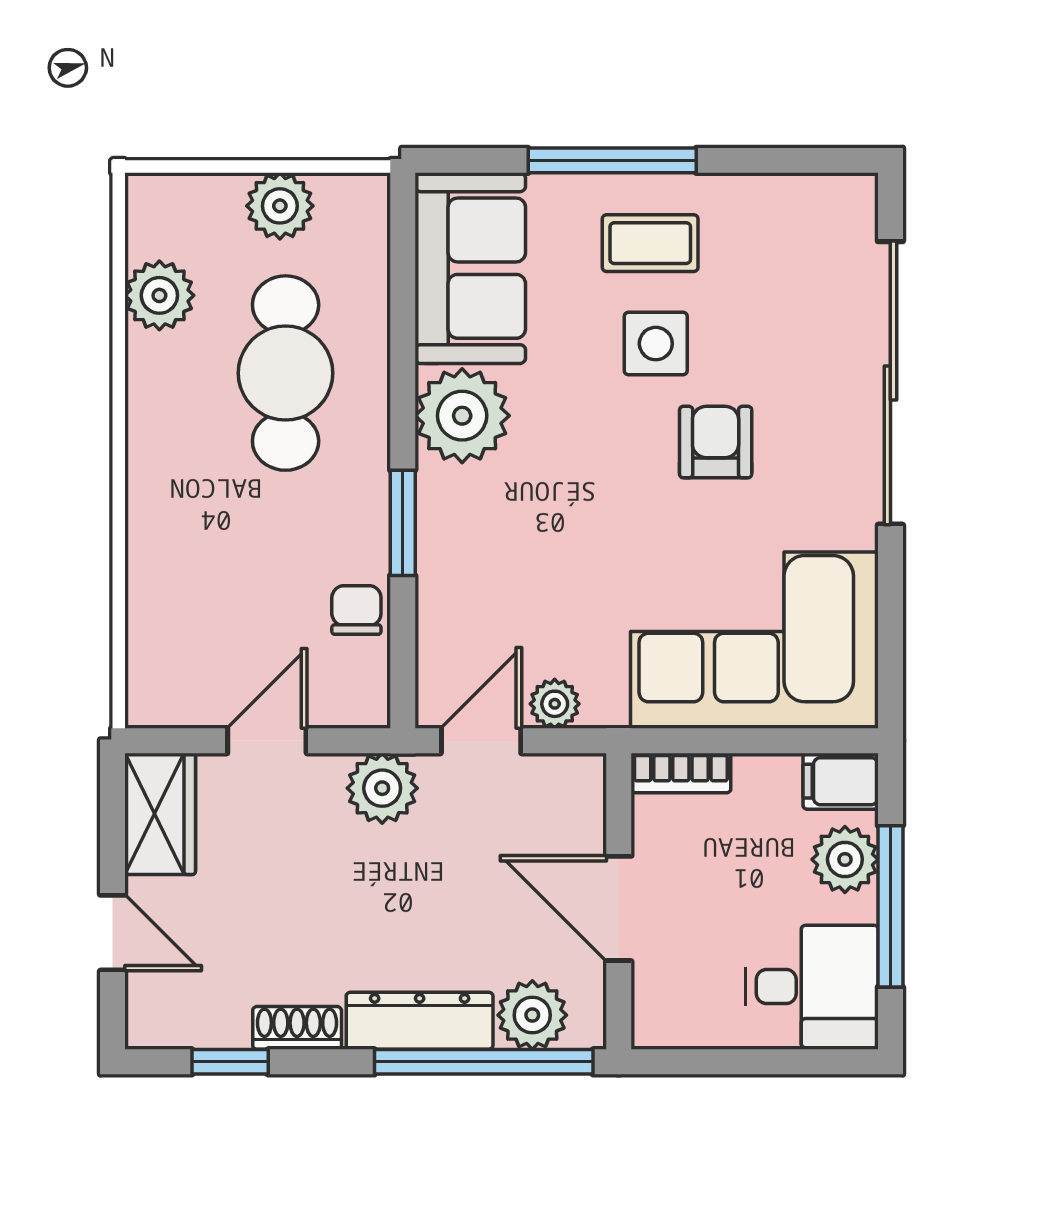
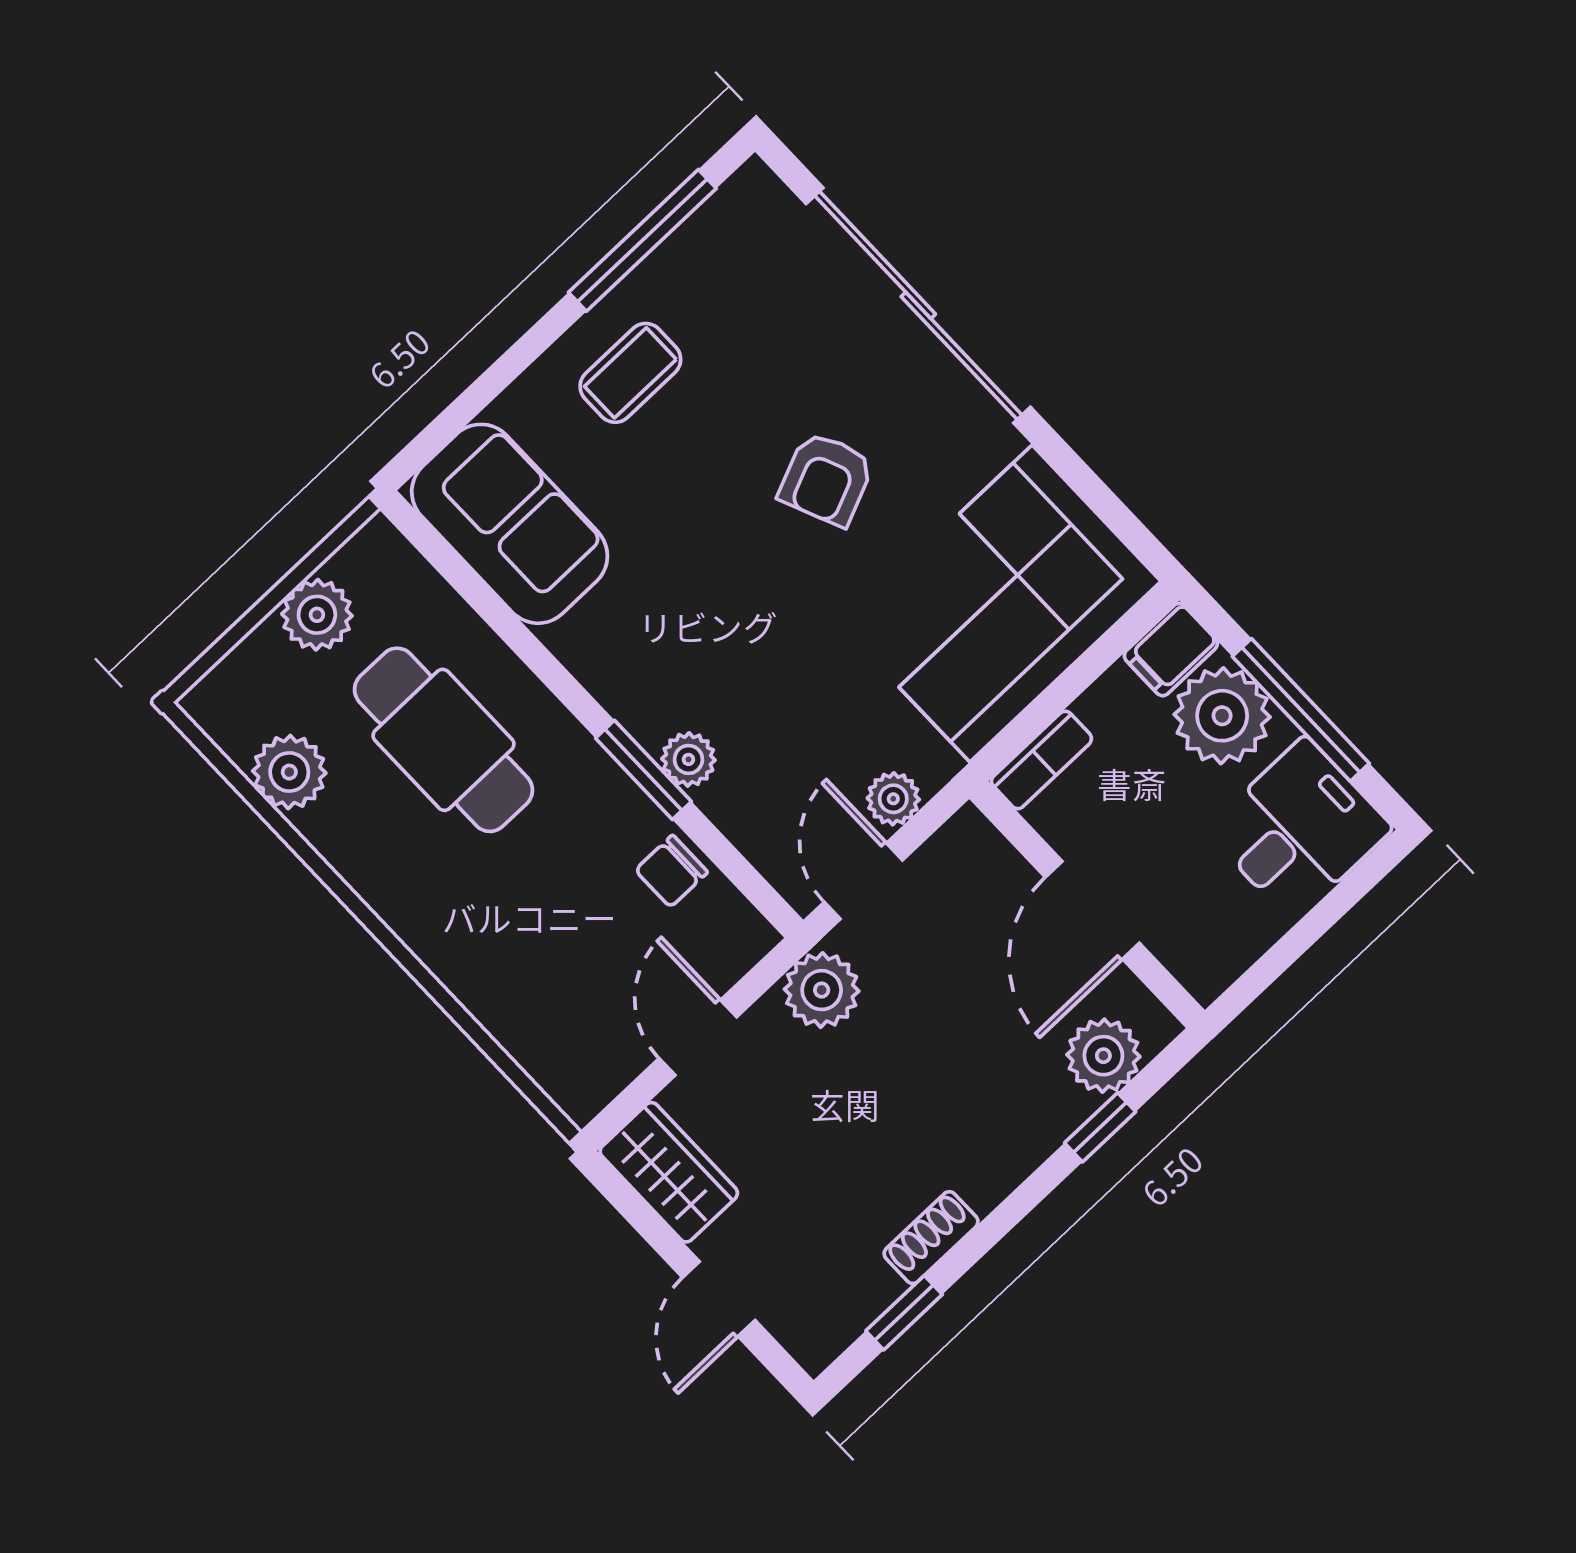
window: (612, 160) -> (642, 240), moved
side table: (656, 344) -> (708, 446), removed
plant: (462, 416) -> (688, 759), moved, width x0.53, depth x0.53
armchair: (716, 442) -> (826, 479), turned -113
chair: (356, 610) -> (671, 871), turned -90
plant: (845, 859) -> (1222, 716), width x1.36, depth x1.36
door: (619, 908) -> (1092, 910), hinge flipped
door: (113, 933) -> (719, 1299), swing flipped
dresser: (420, 1021) -> (1021, 1142), removed
window: (484, 1062) -> (1100, 1127), width x0.32

